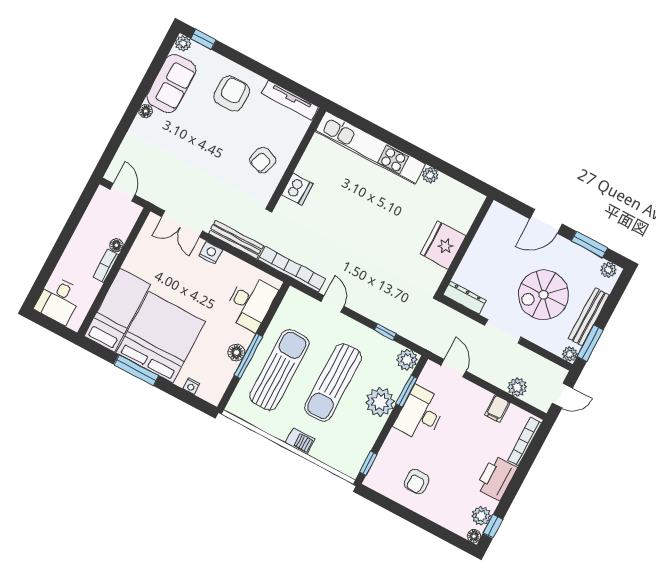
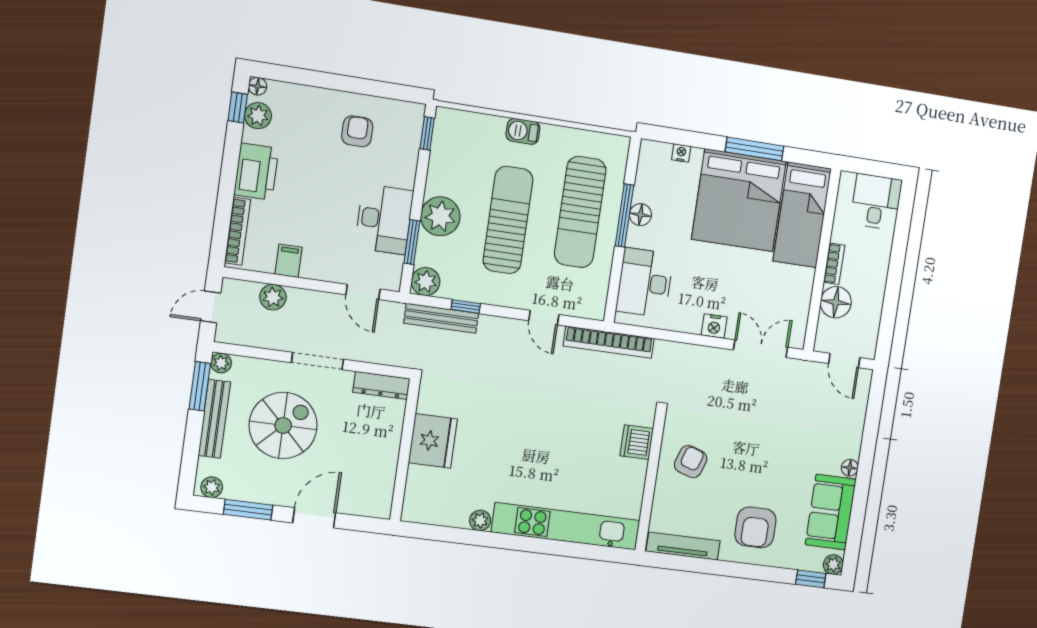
bench: (236, 240) -> (441, 318), moved
floor lamp: (116, 245) -> (836, 302), width x1.89, depth x1.89

